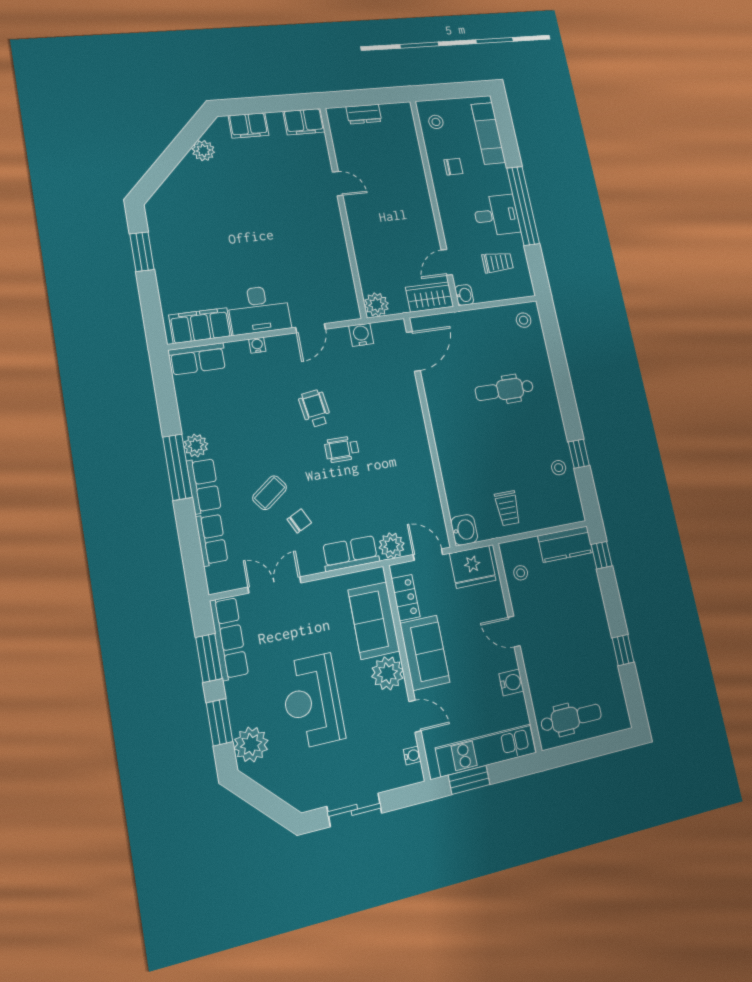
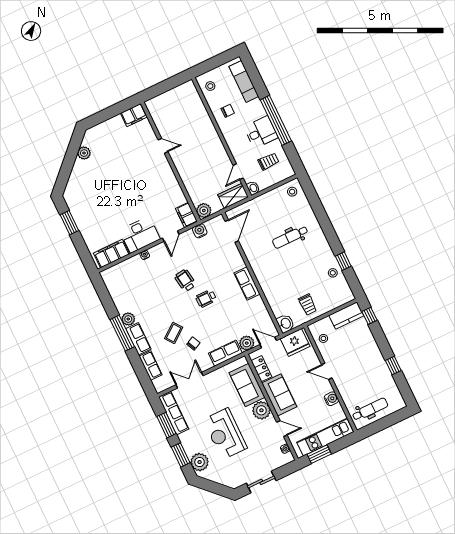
dresser: (364, 114) -> (167, 97), removed
filing cabinet: (249, 126) -> (186, 215), moved, turned 90
row of seats: (198, 359) -> (247, 283), moved, turned 90

